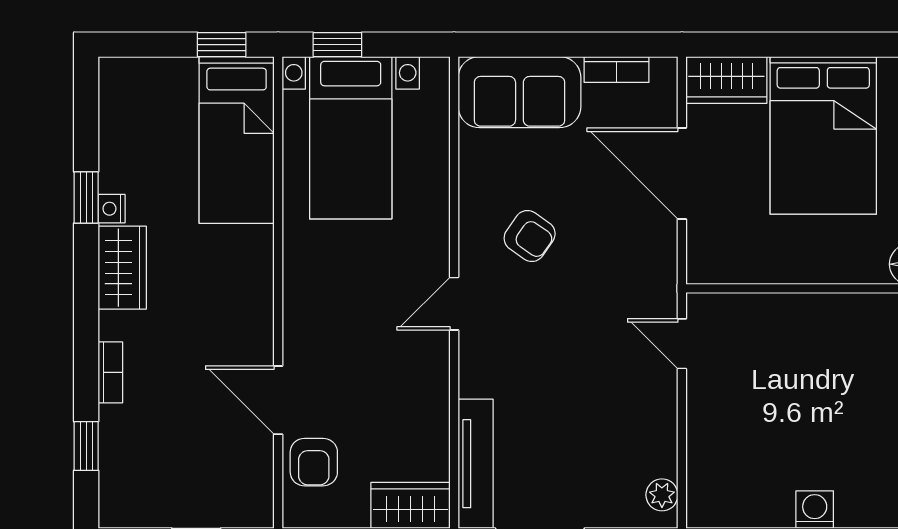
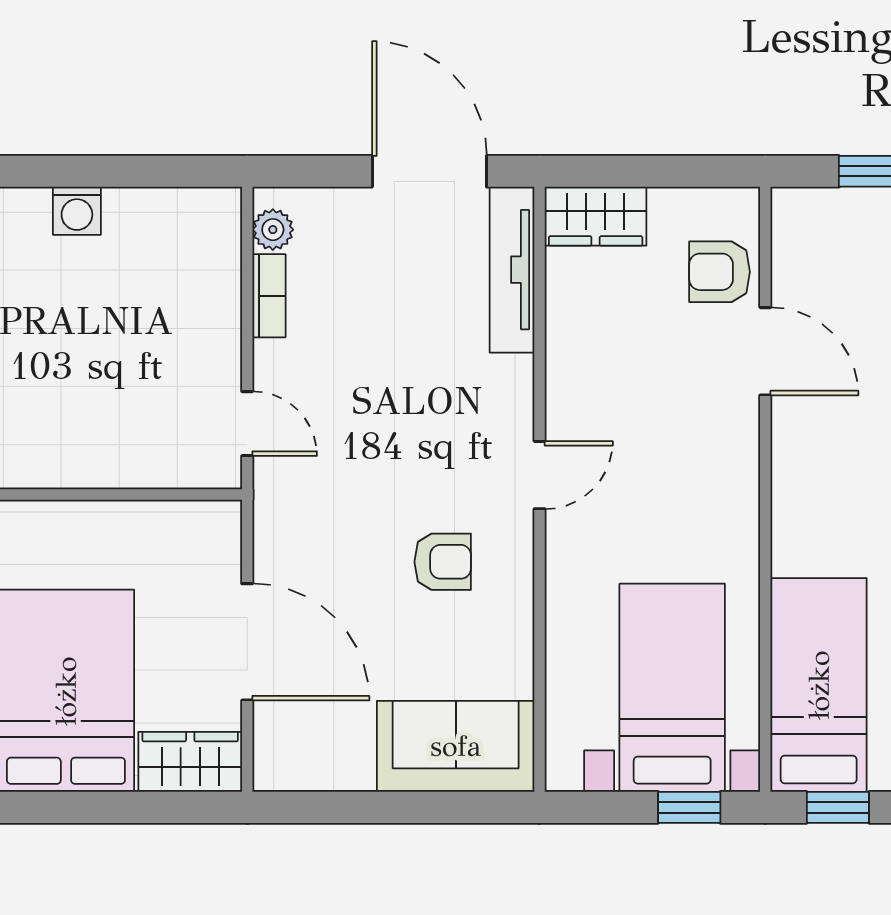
bookcase: (616, 70) -> (269, 296), moved, turned 90
armchair: (530, 236) -> (443, 562), turned 145
armchair: (314, 462) -> (720, 272), turned -90

